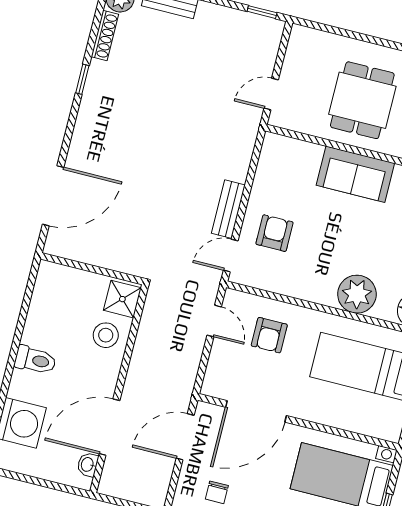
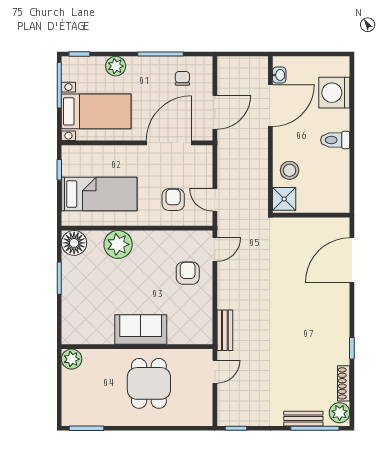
bench: (228, 209) -> (225, 330), moved
armchair: (274, 233) -> (188, 273), turned 180

